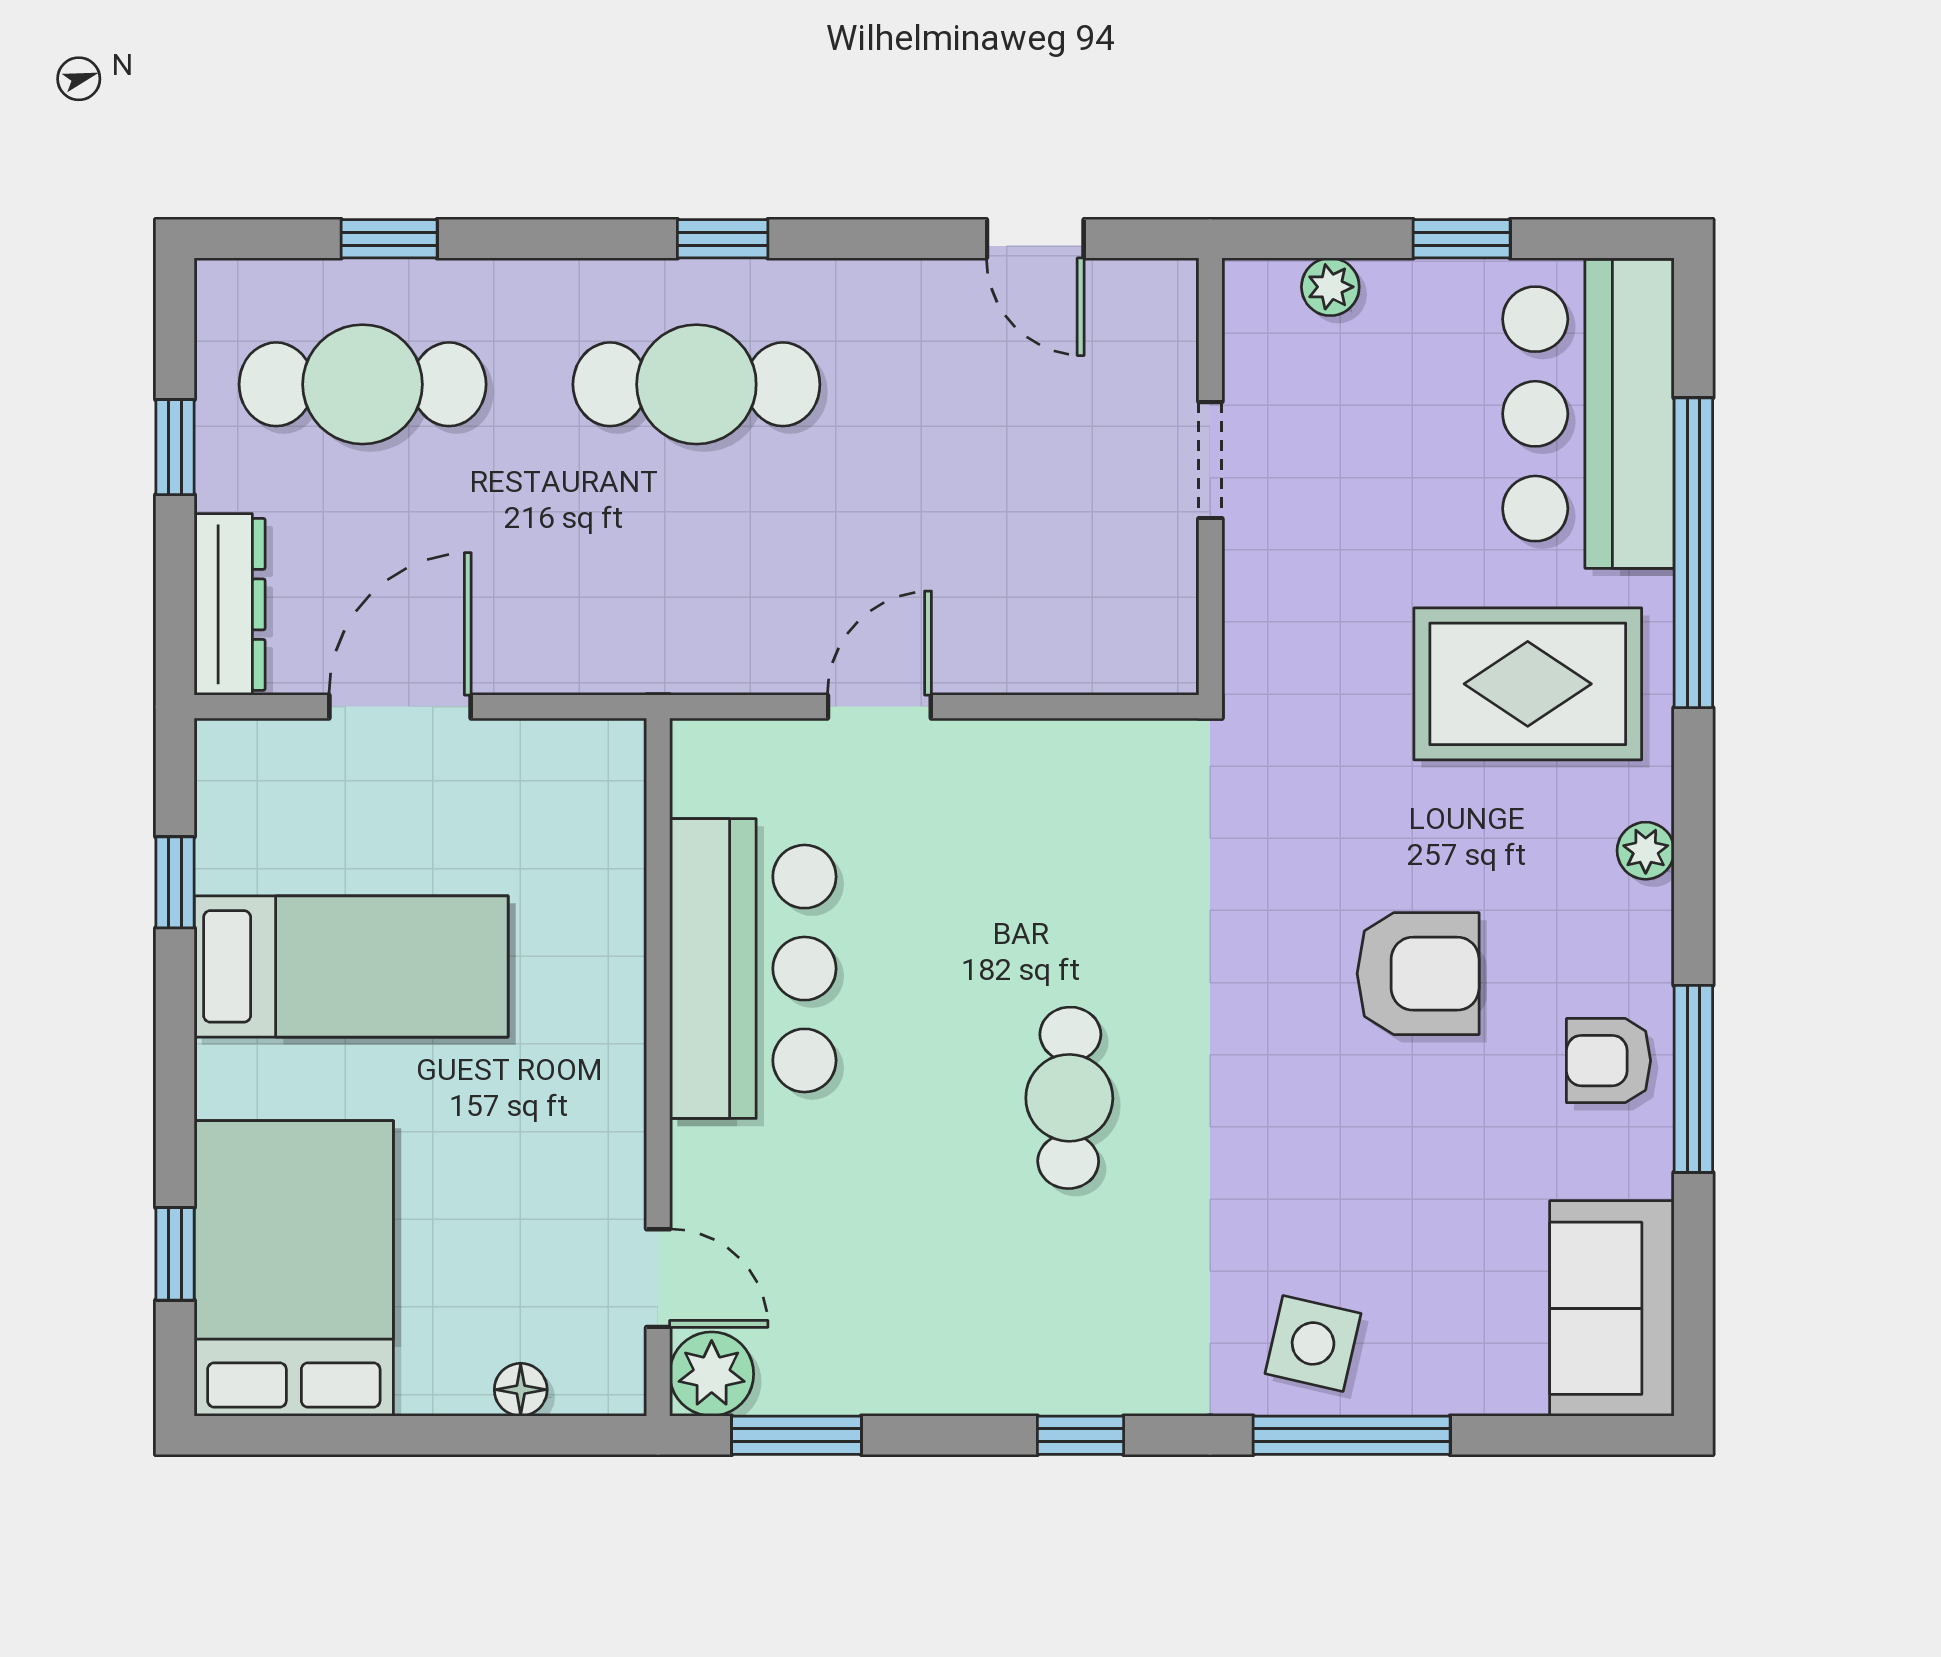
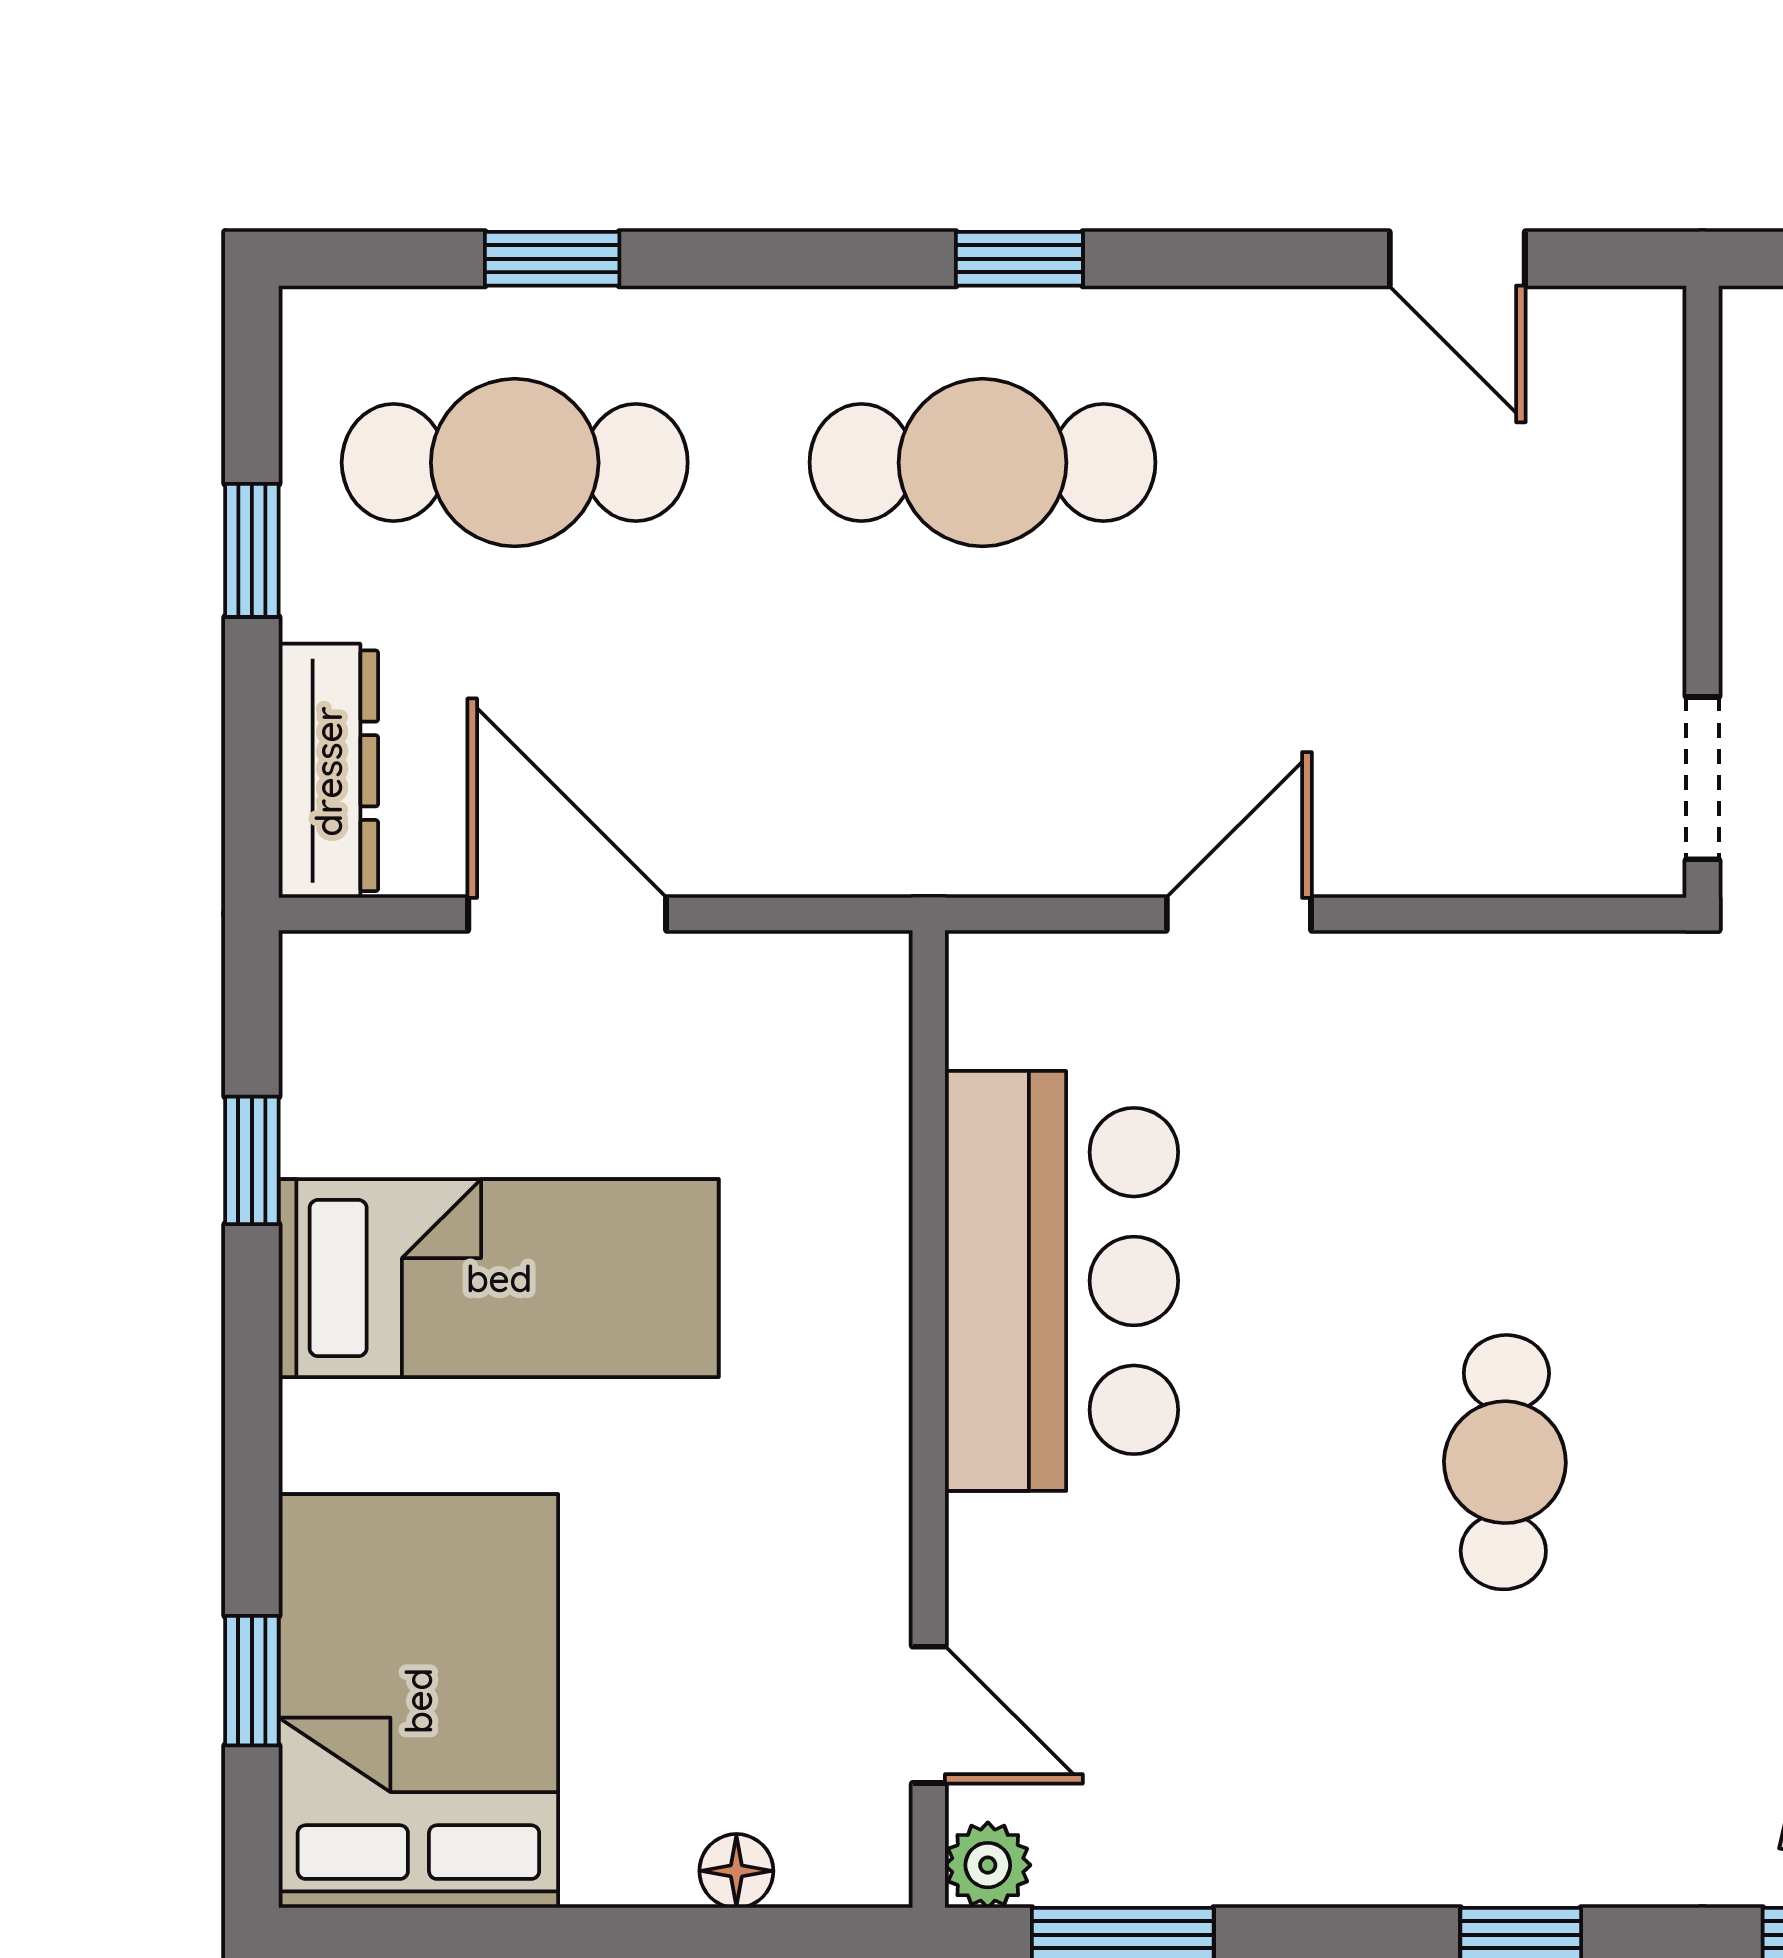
doorway: (1210, 460) -> (1702, 778), moved
door: (400, 707) -> (567, 914), hinge flipped
plant: (712, 1374) -> (988, 1865), width x0.73, depth x0.73

